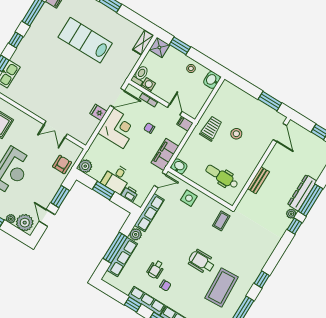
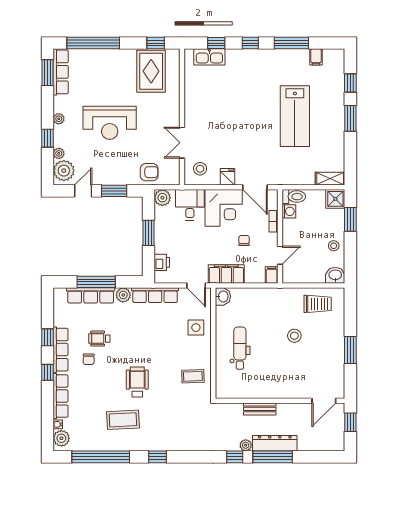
lab bench: (85, 40) -> (295, 116), turned 180
stool: (81, 128) -> (200, 169), added
trolley: (211, 129) -> (318, 304), moved
door: (280, 132) -> (324, 401), moved
wall: (261, 163) -> (280, 401), moved
desk: (116, 179) -> (190, 205), moved, turned 90
bench: (258, 180) -> (260, 409), moved
coffee table: (222, 288) -> (123, 420), width x0.73, depth x0.76

